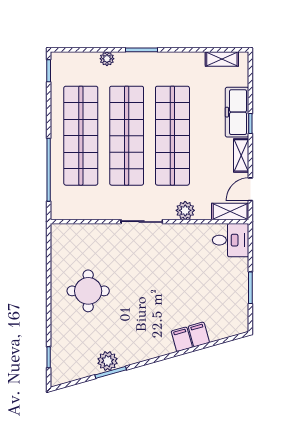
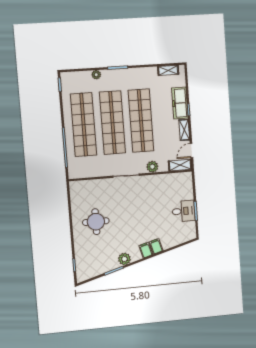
desk: (231, 240) -> (184, 211), moved
filing cabinet: (199, 334) -> (146, 250), moved
plant: (108, 361) -> (124, 259), moved

